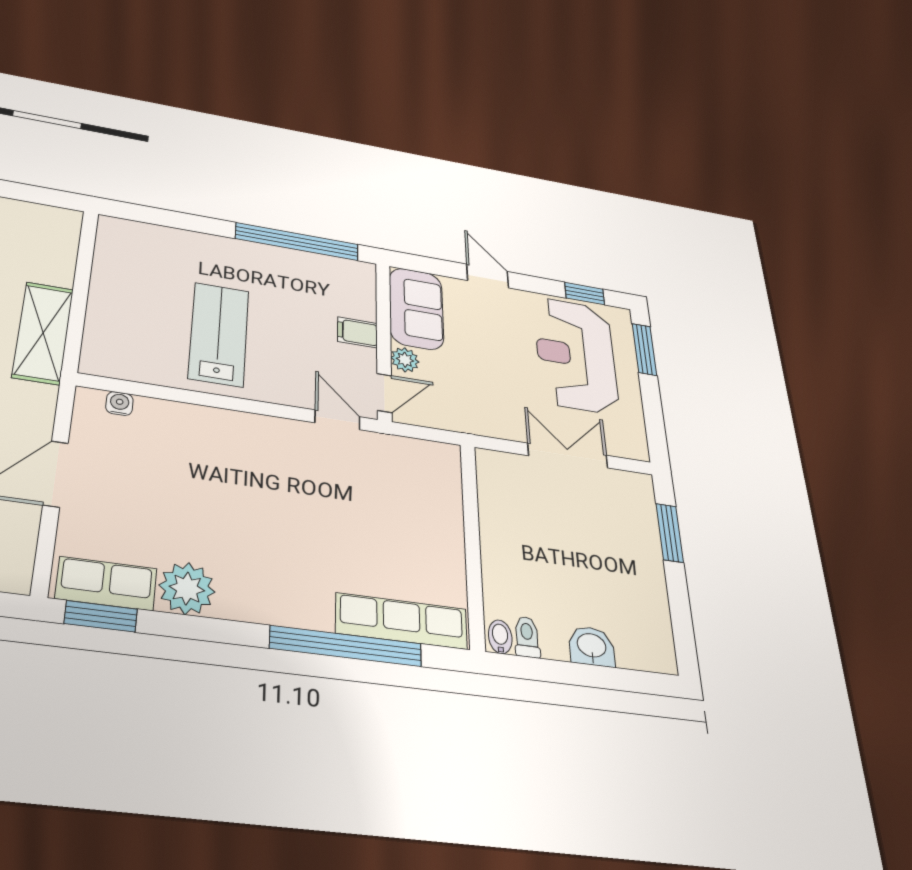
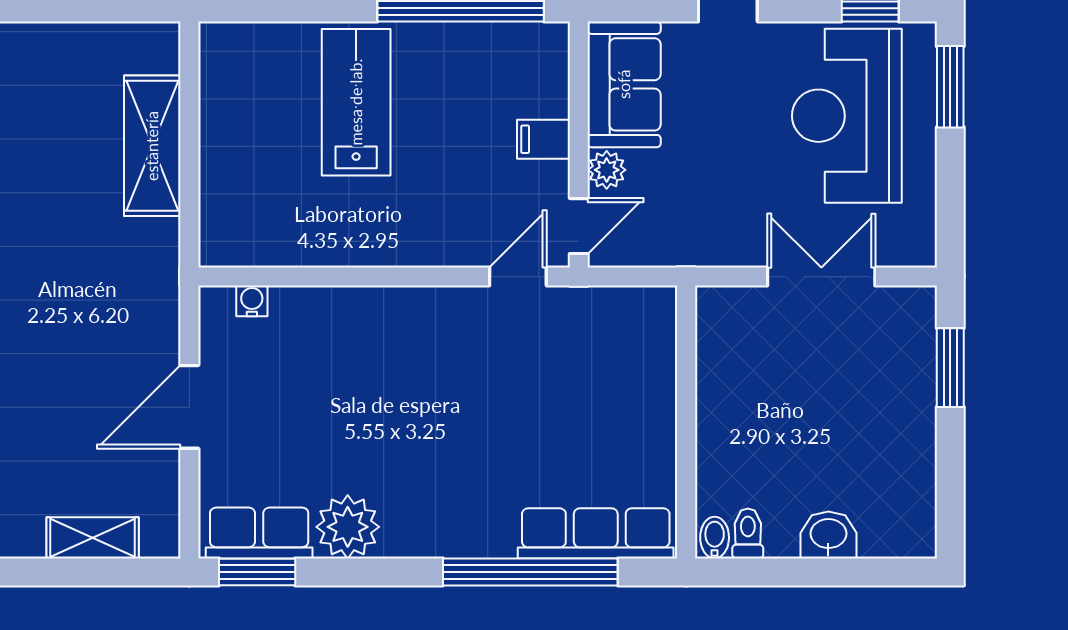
shelving: (43, 333) -> (152, 146), moved
lab bench: (219, 334) -> (356, 102), moved
door: (337, 420) -> (518, 277), hinge flipped

